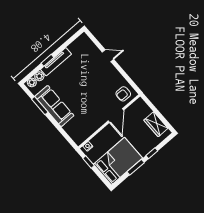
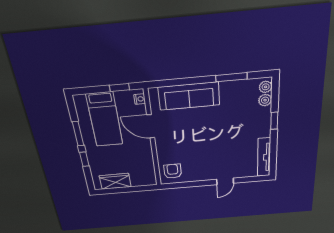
tv unit: (56, 62) -> (264, 157), moved
sofa: (54, 106) -> (189, 96), moved
door: (116, 116) -> (151, 126), moved
bed: (118, 161) -> (105, 120), width x0.67

